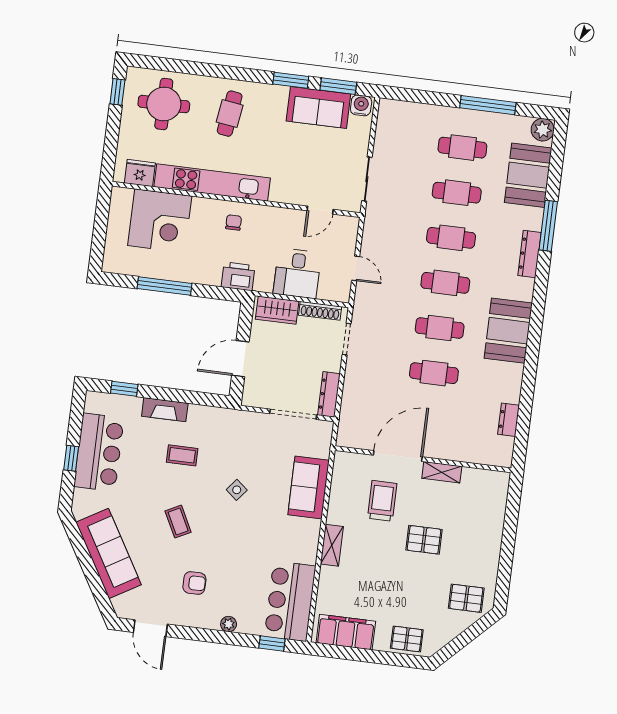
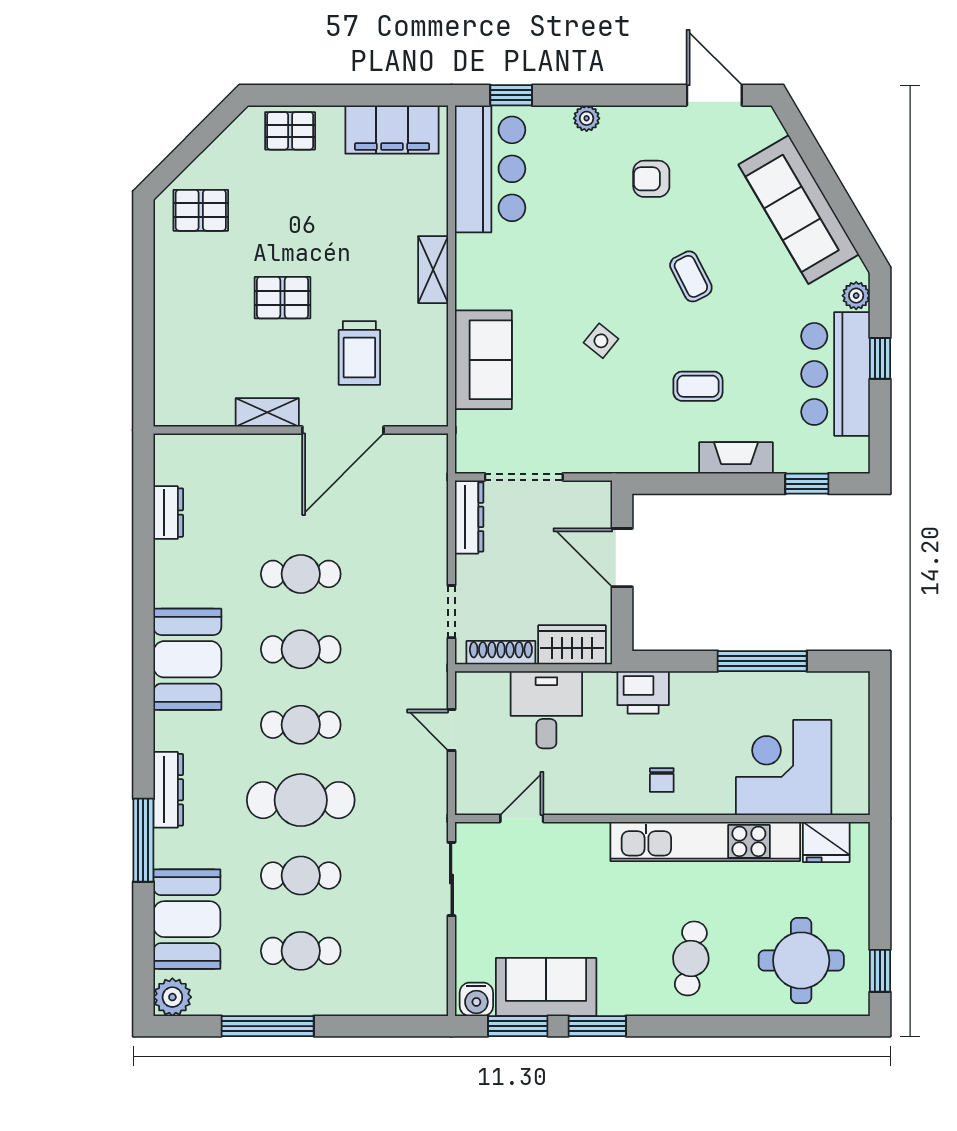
cafe table: (451, 238) -> (301, 800), width x1.37, depth x1.35
door: (240, 359) -> (622, 558), swing flipped
plant: (81, 498) -> (856, 296), added

